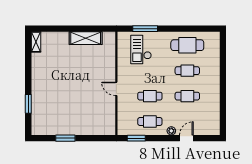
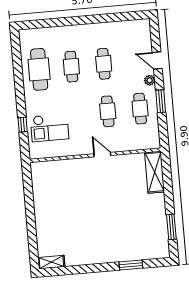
window: (145, 29) -> (23, 125), width x0.46
shelving: (86, 38) -> (155, 172), moved
door: (116, 89) -> (102, 155), swing flipped
window: (65, 138) -> (171, 227), moved
window: (136, 138) -> (161, 101), moved

